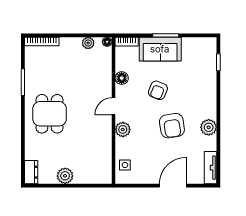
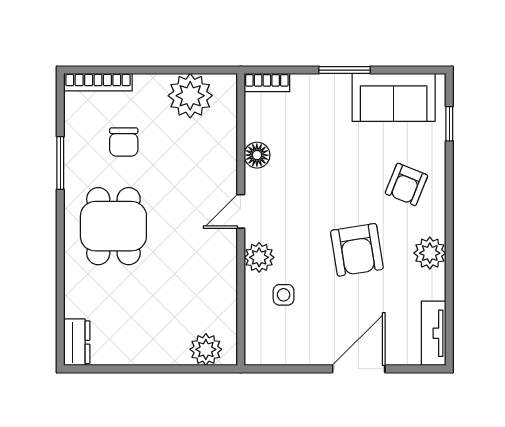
floor lamp: (107, 42) -> (228, 83), removed
plant: (88, 43) -> (190, 96), width x1.88, depth x1.88
sofa: (160, 49) -> (394, 97), moved
chair: (55, 72) -> (124, 142), added
armchair: (158, 90) -> (406, 184), moved
side table: (125, 165) -> (284, 295), moved
plant: (65, 176) -> (206, 349), moved

